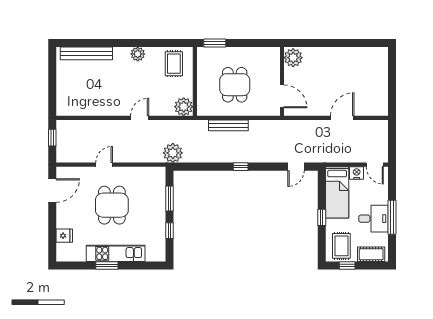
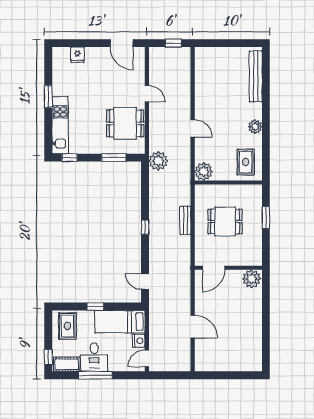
window: (215, 43) -> (266, 218), moved
rug: (174, 64) -> (246, 162), turned 90
bench: (228, 125) -> (185, 220), width x0.73
dining table: (112, 205) -> (125, 123), moved
window: (169, 231) -> (70, 158), moved
rug: (341, 246) -> (67, 326), turned 90
kitchen unit: (116, 253) -> (60, 125), moved
cot: (371, 254) -> (67, 364), moved, turned 90
window: (347, 266) -> (48, 357), moved

